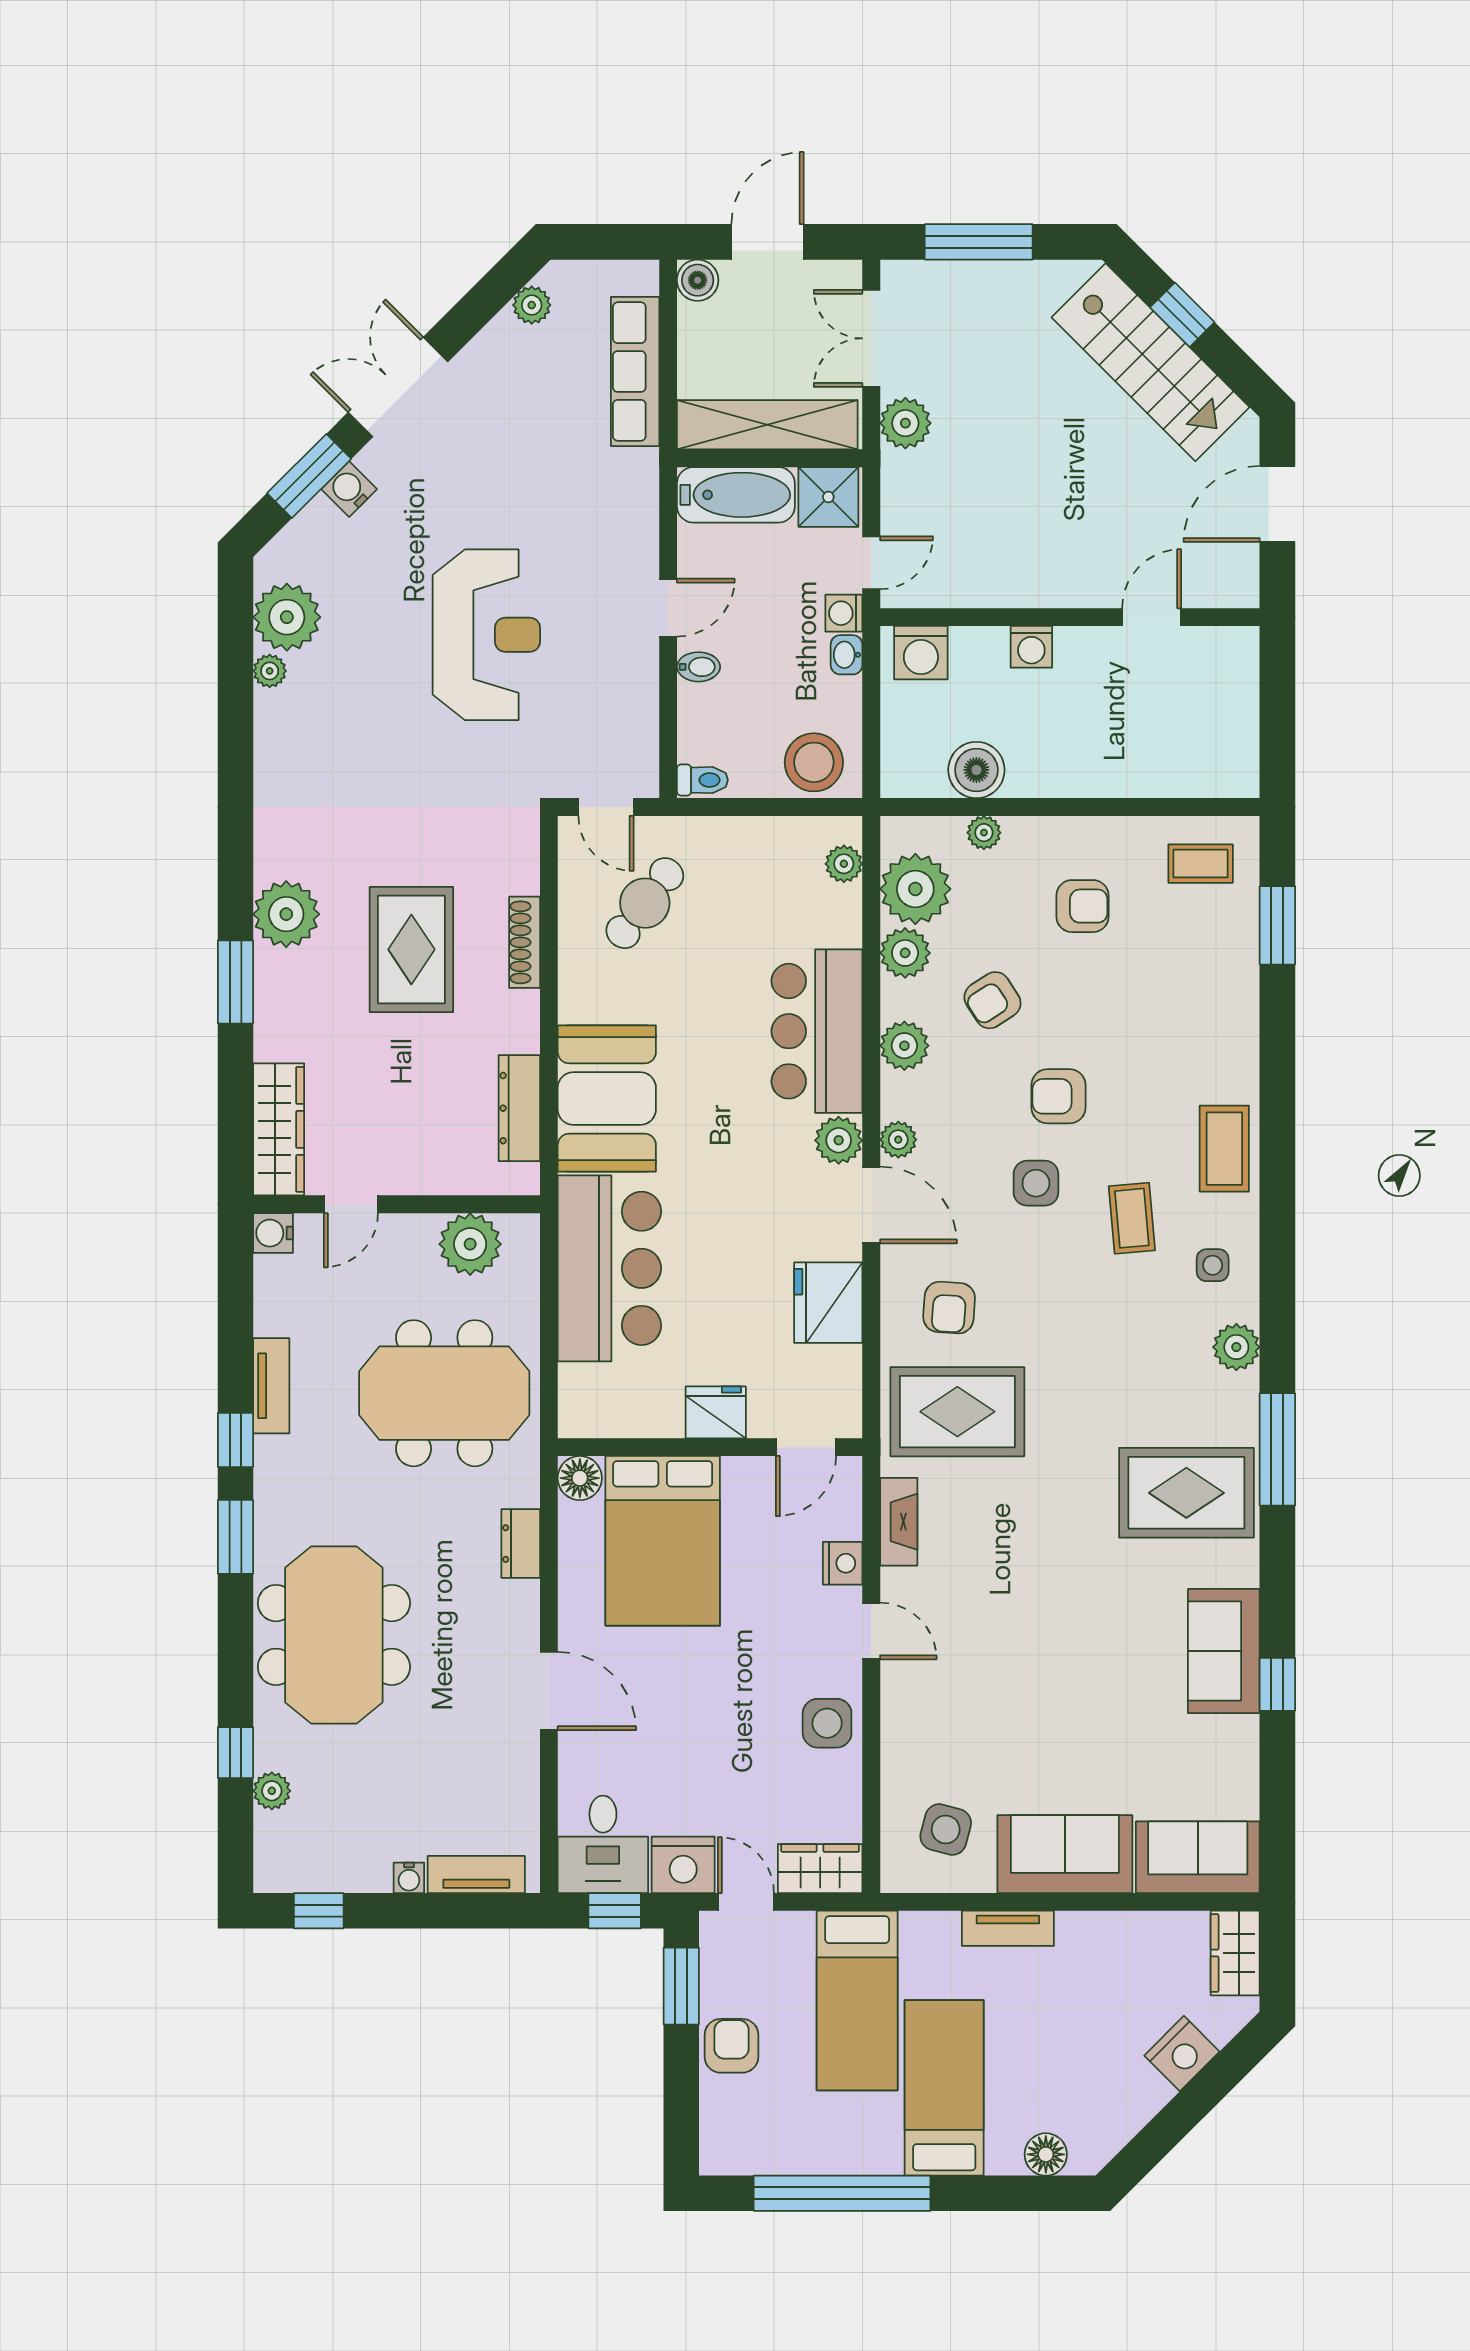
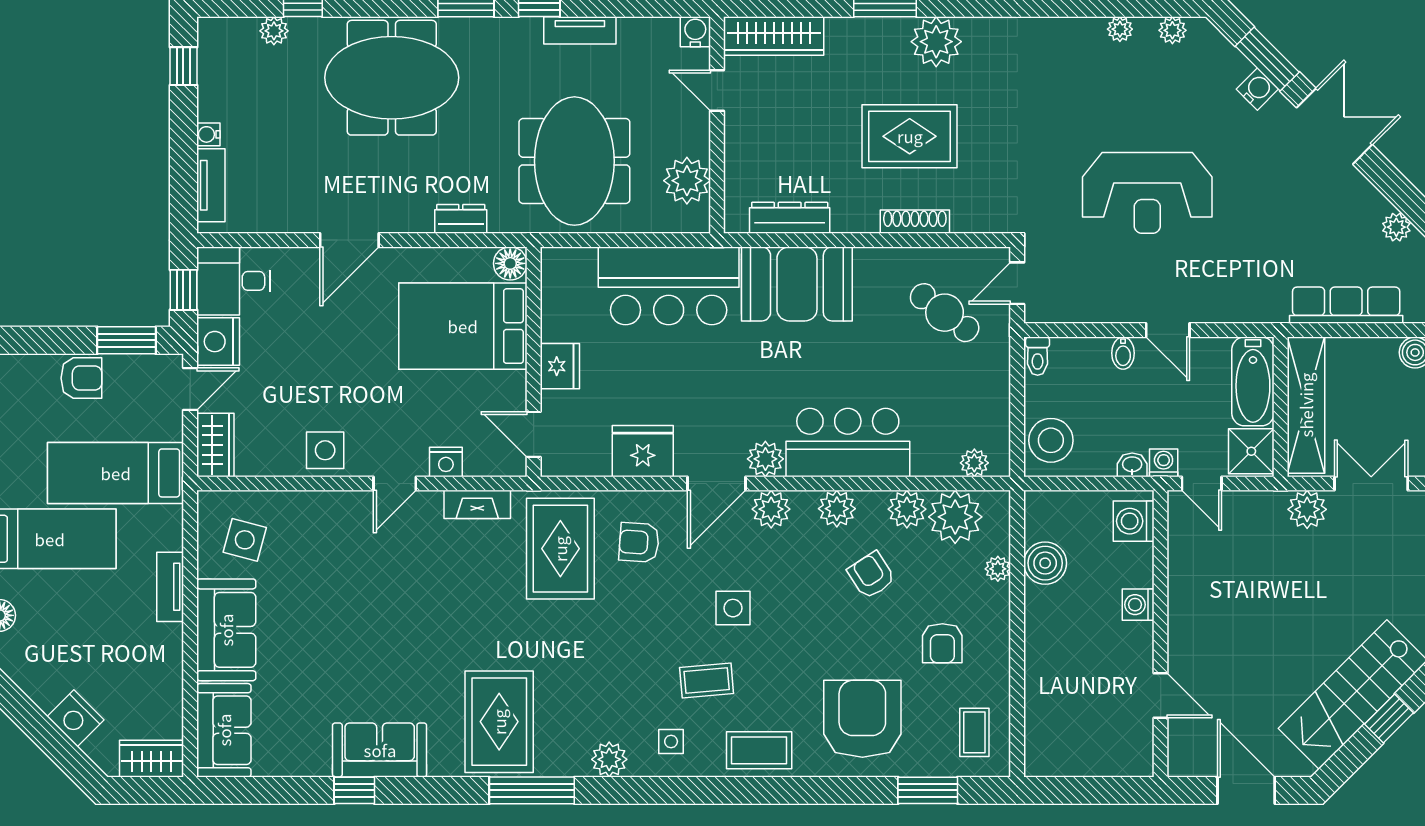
plant: (287, 617) -> (1172, 30), width x0.53, depth x0.53
armchair: (1058, 1096) -> (862, 719), moved, width x1.88, depth x1.88
plant: (898, 1140) -> (771, 509), width x1.38, depth x1.38

